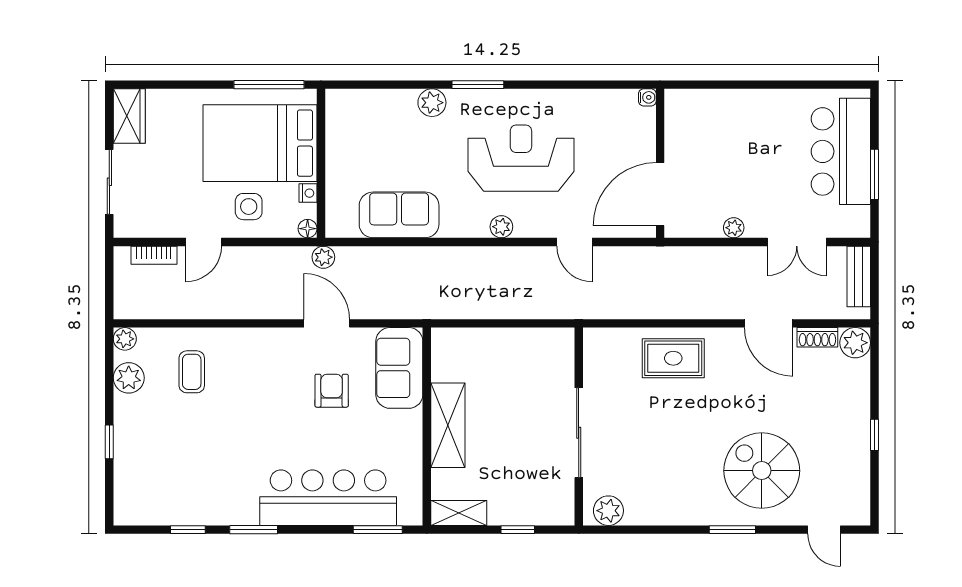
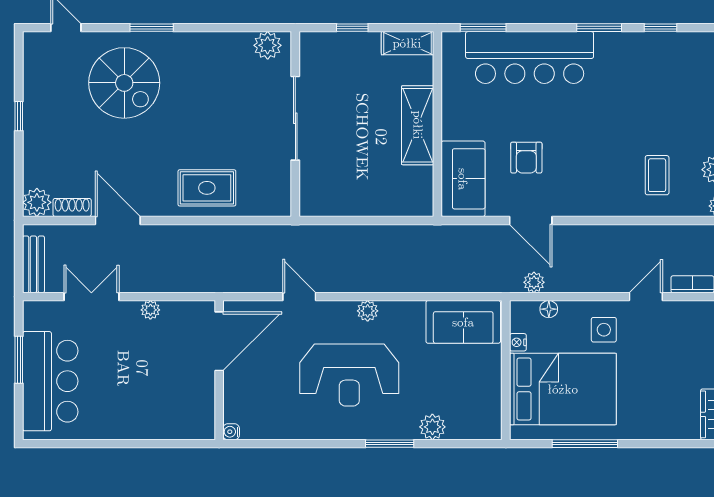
bed: (260, 143) -> (563, 389), moved
wall: (321, 163) -> (506, 370), moved
nightstand: (308, 193) -> (518, 342), moved

